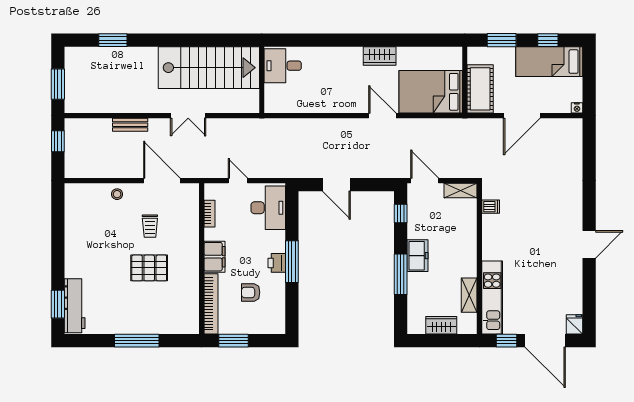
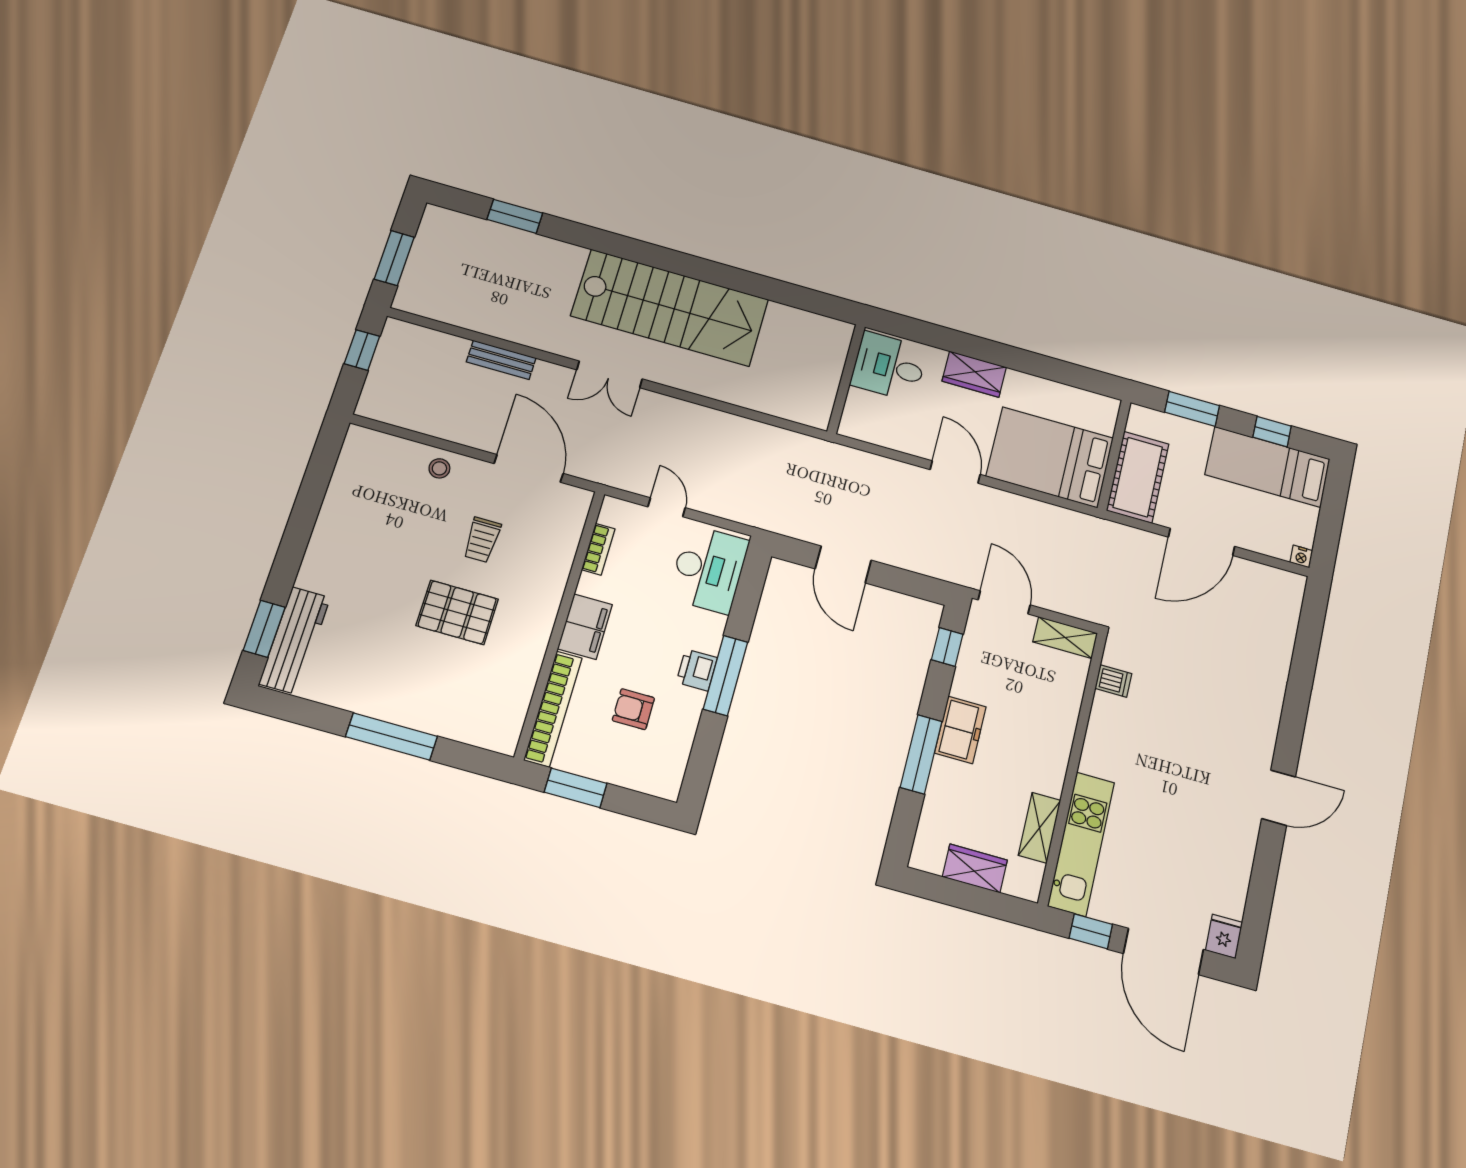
desk: (283, 66) -> (889, 366), moved
wall: (262, 80) -> (846, 379), moved

